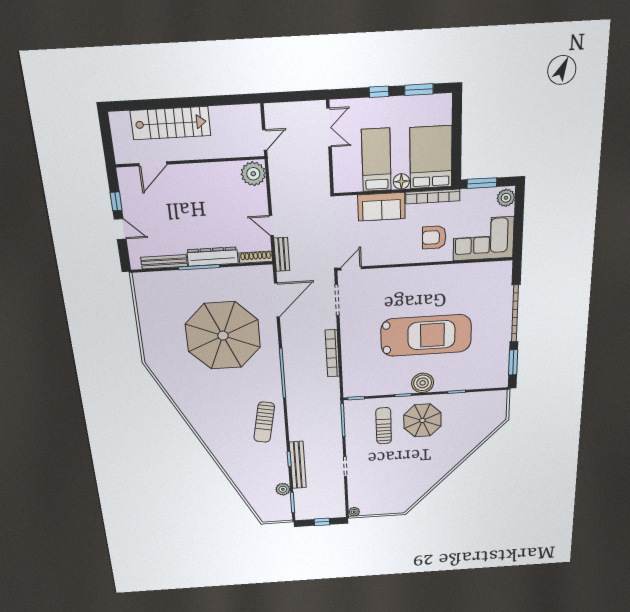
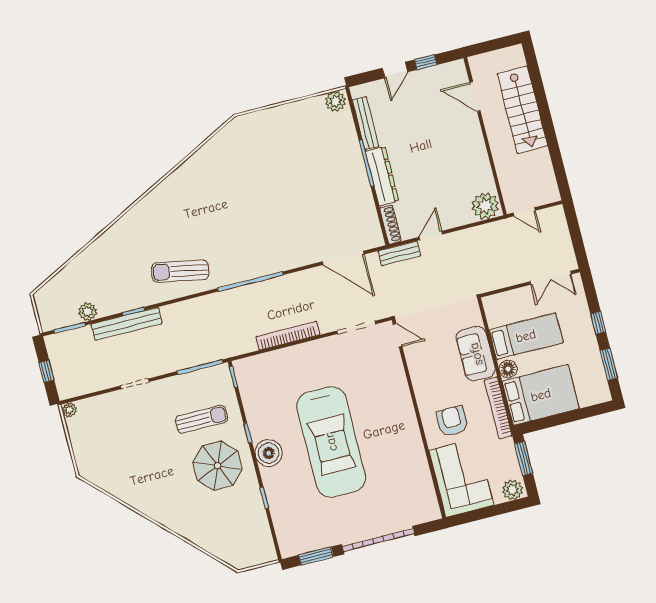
plant: (142, 283) -> (335, 101), added
parasol: (223, 336) -> (287, 203), removed

